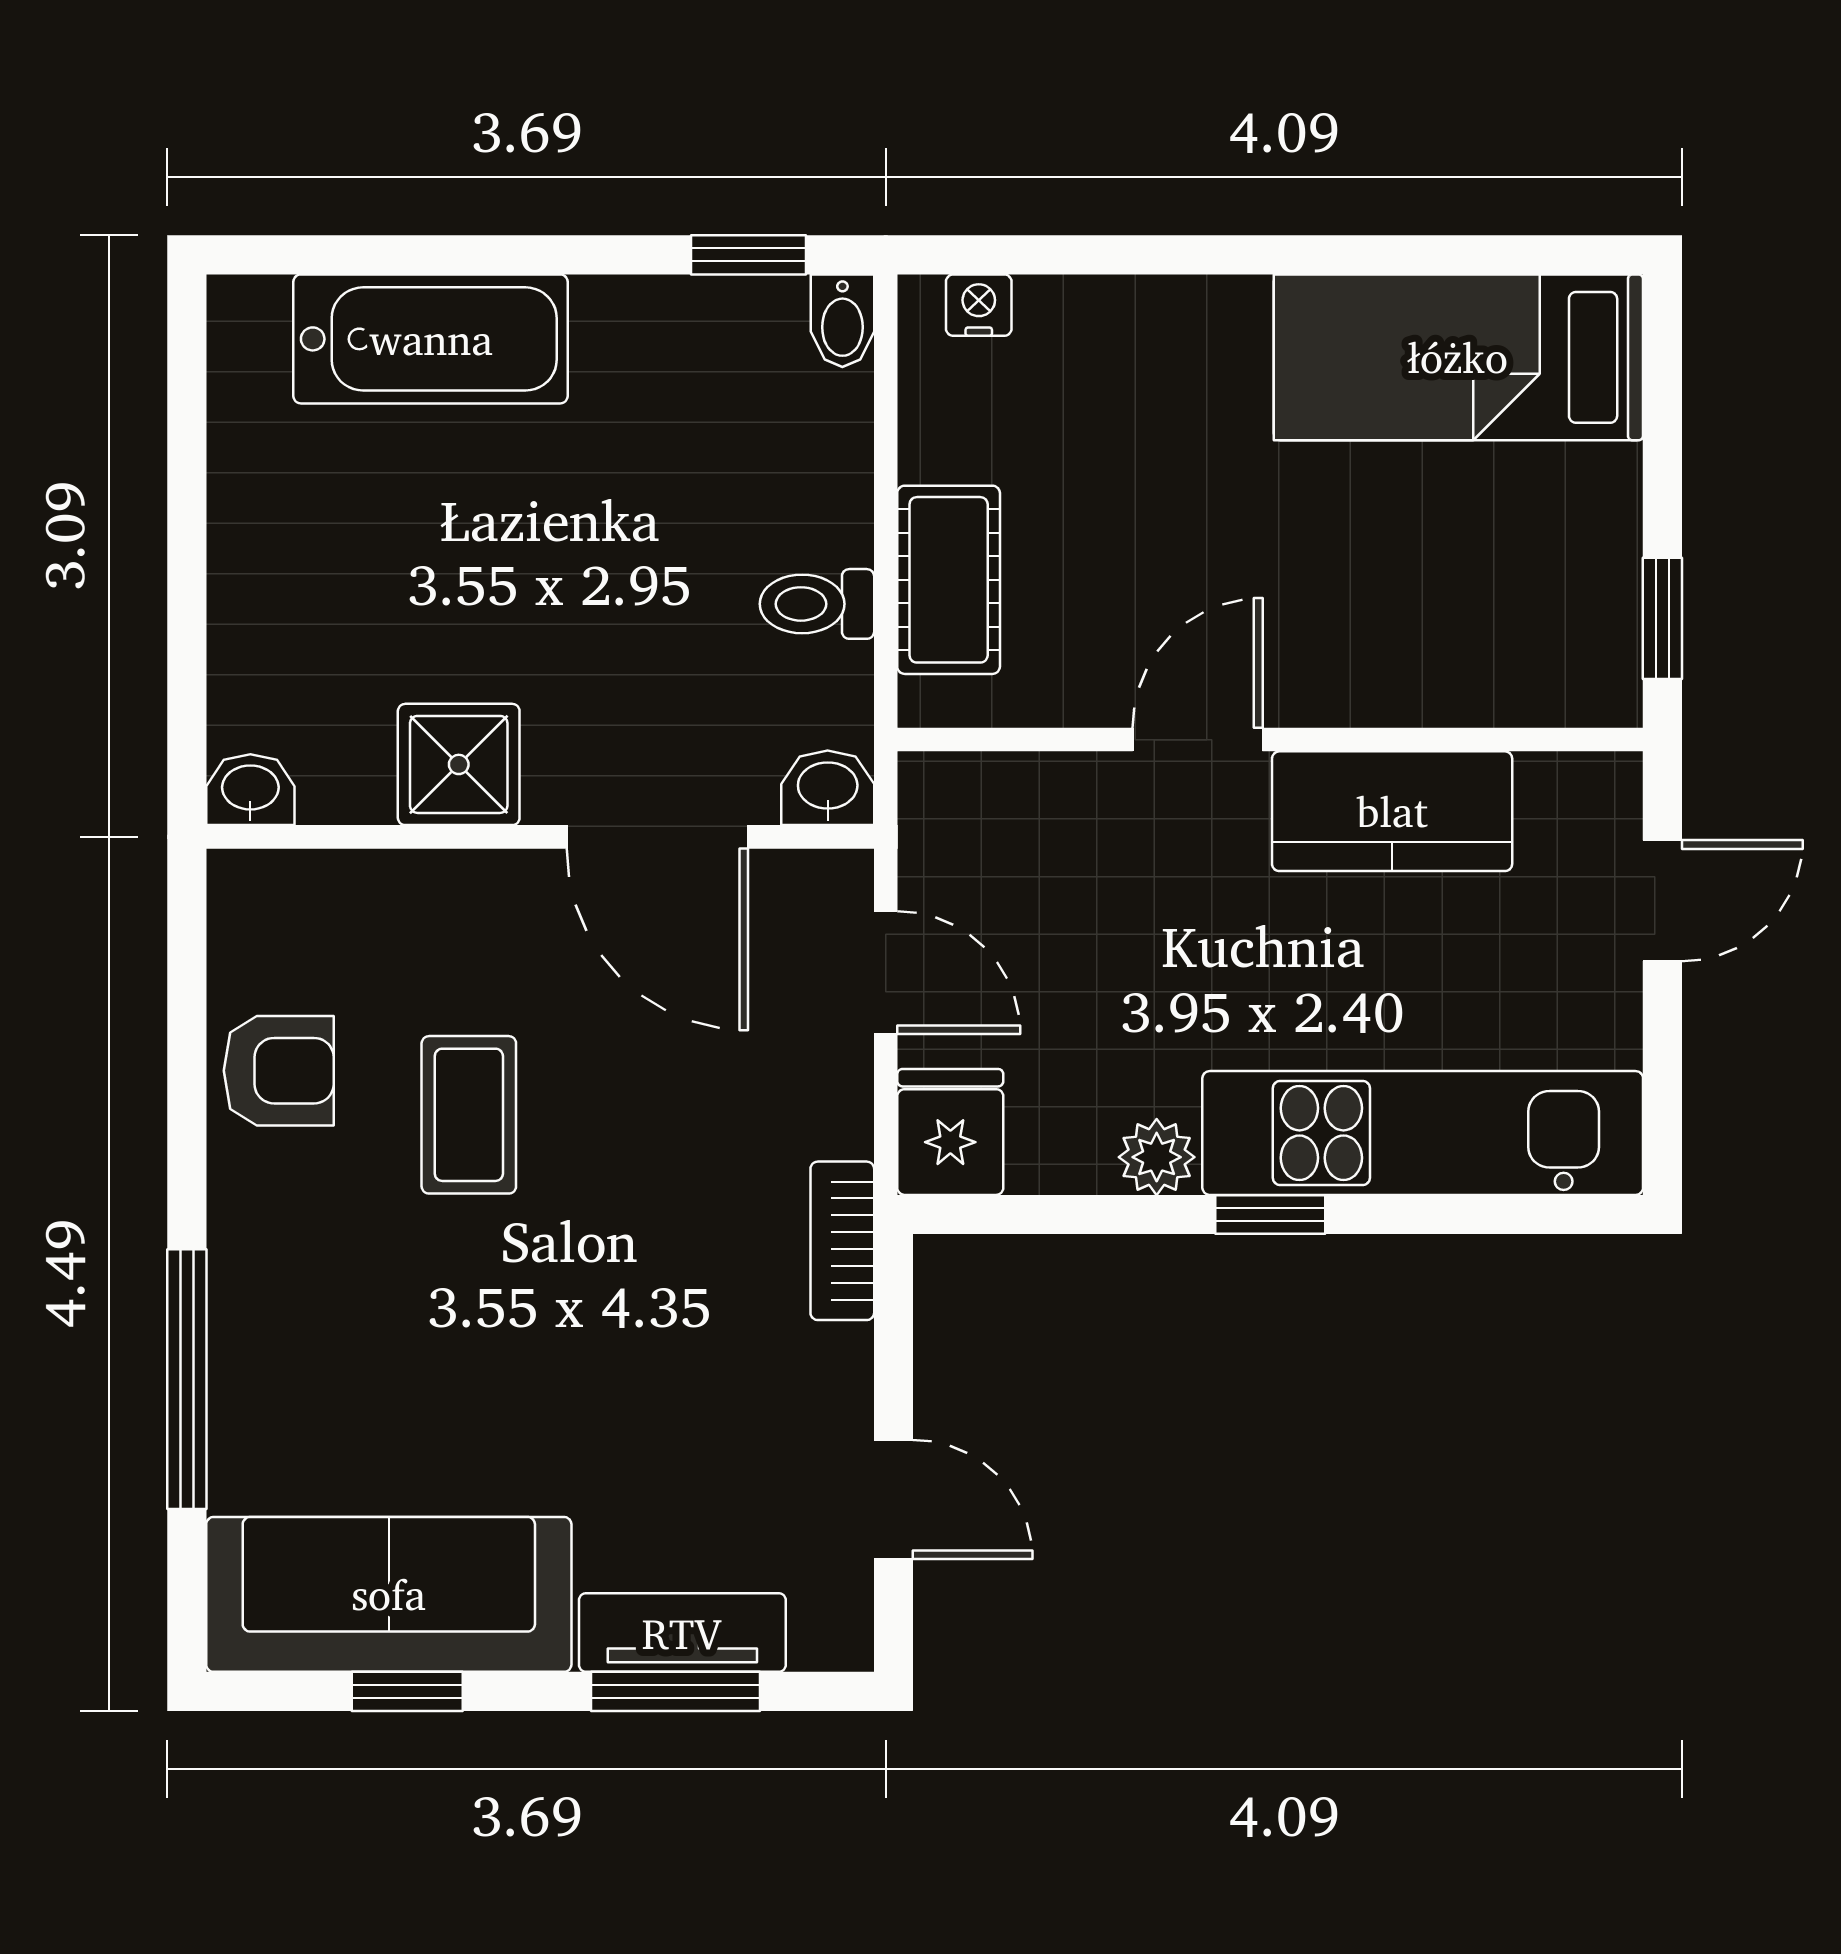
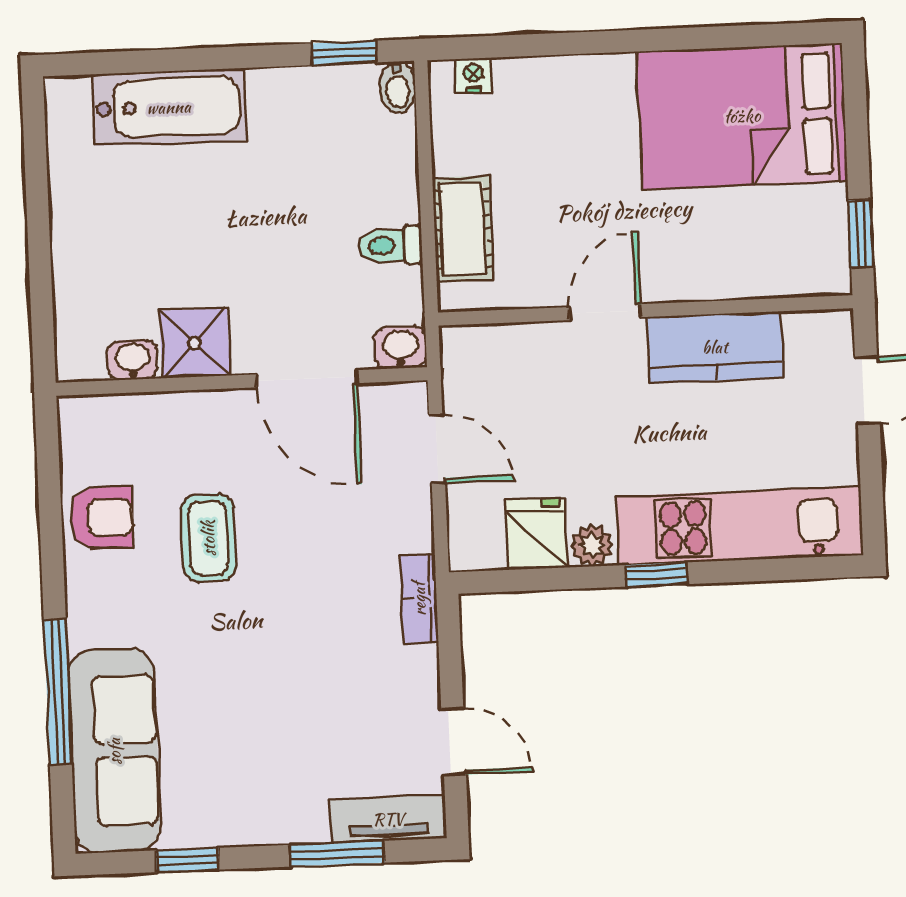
bed: (1458, 357) -> (742, 116), width x1.50
washbasin: (250, 790) -> (133, 360), moved
fridge: (950, 1132) -> (537, 534), moved
sofa: (389, 1594) -> (114, 751), moved, turned 90
tv unit: (682, 1633) -> (388, 819), moved

